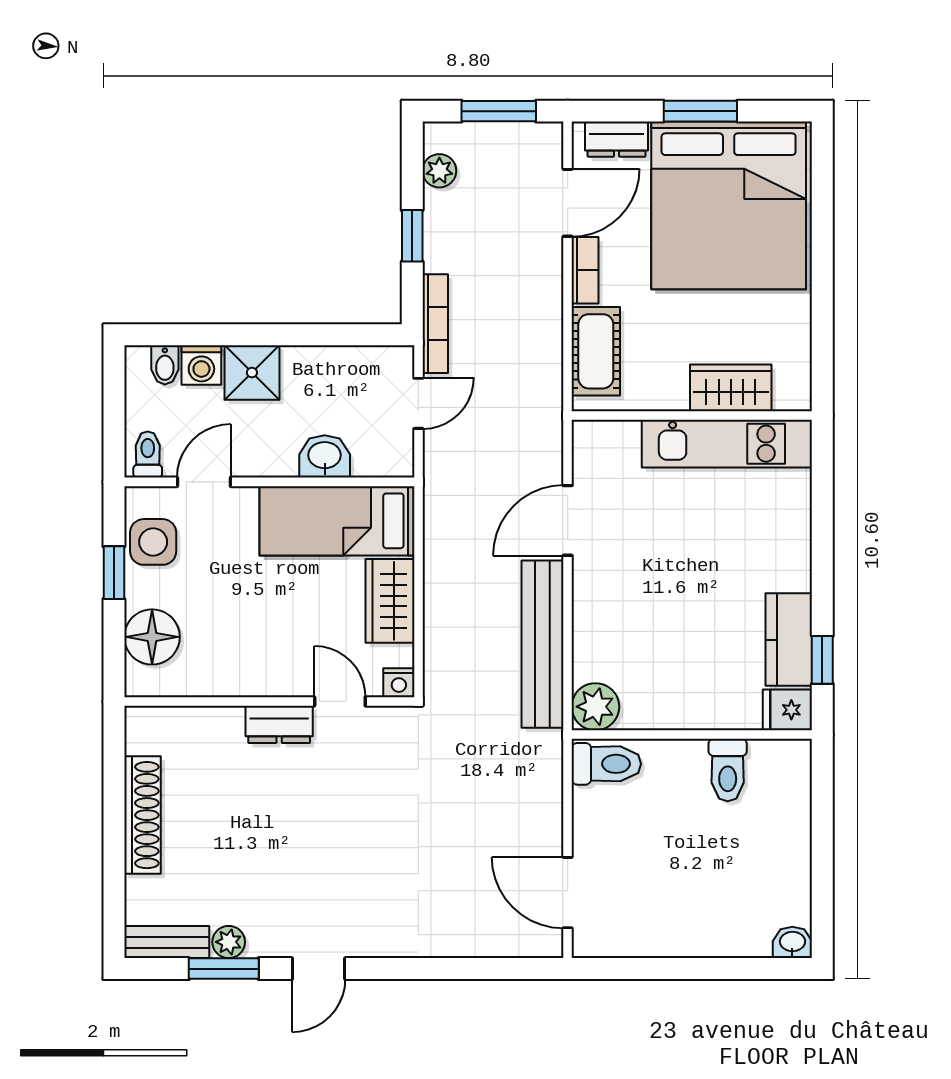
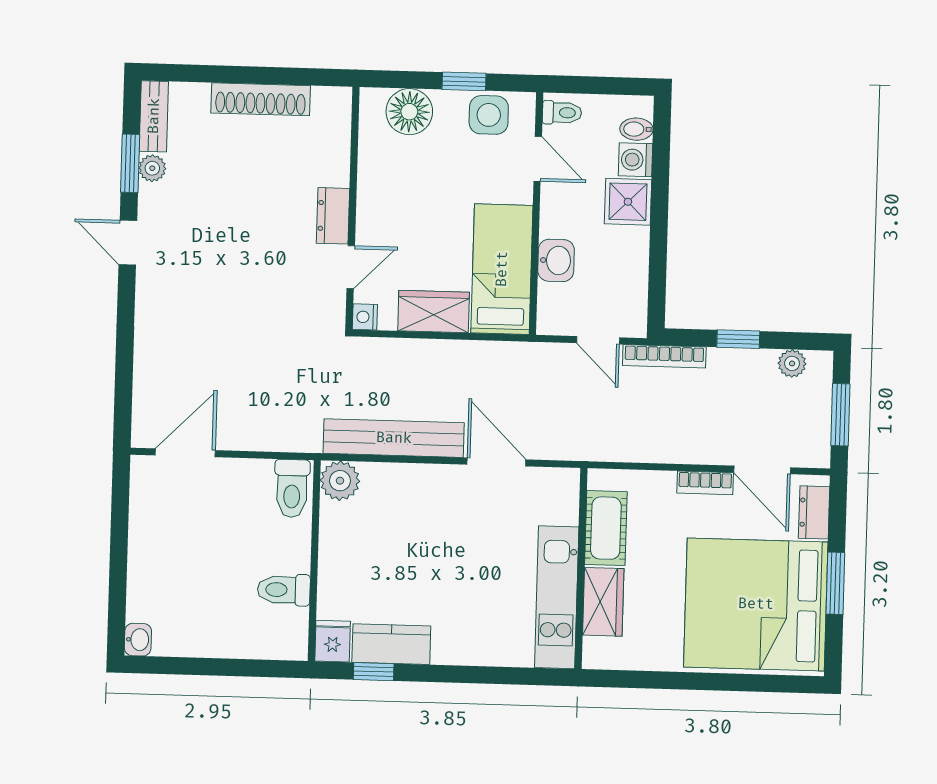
cot: (596, 351) -> (606, 528), moved, turned 90

